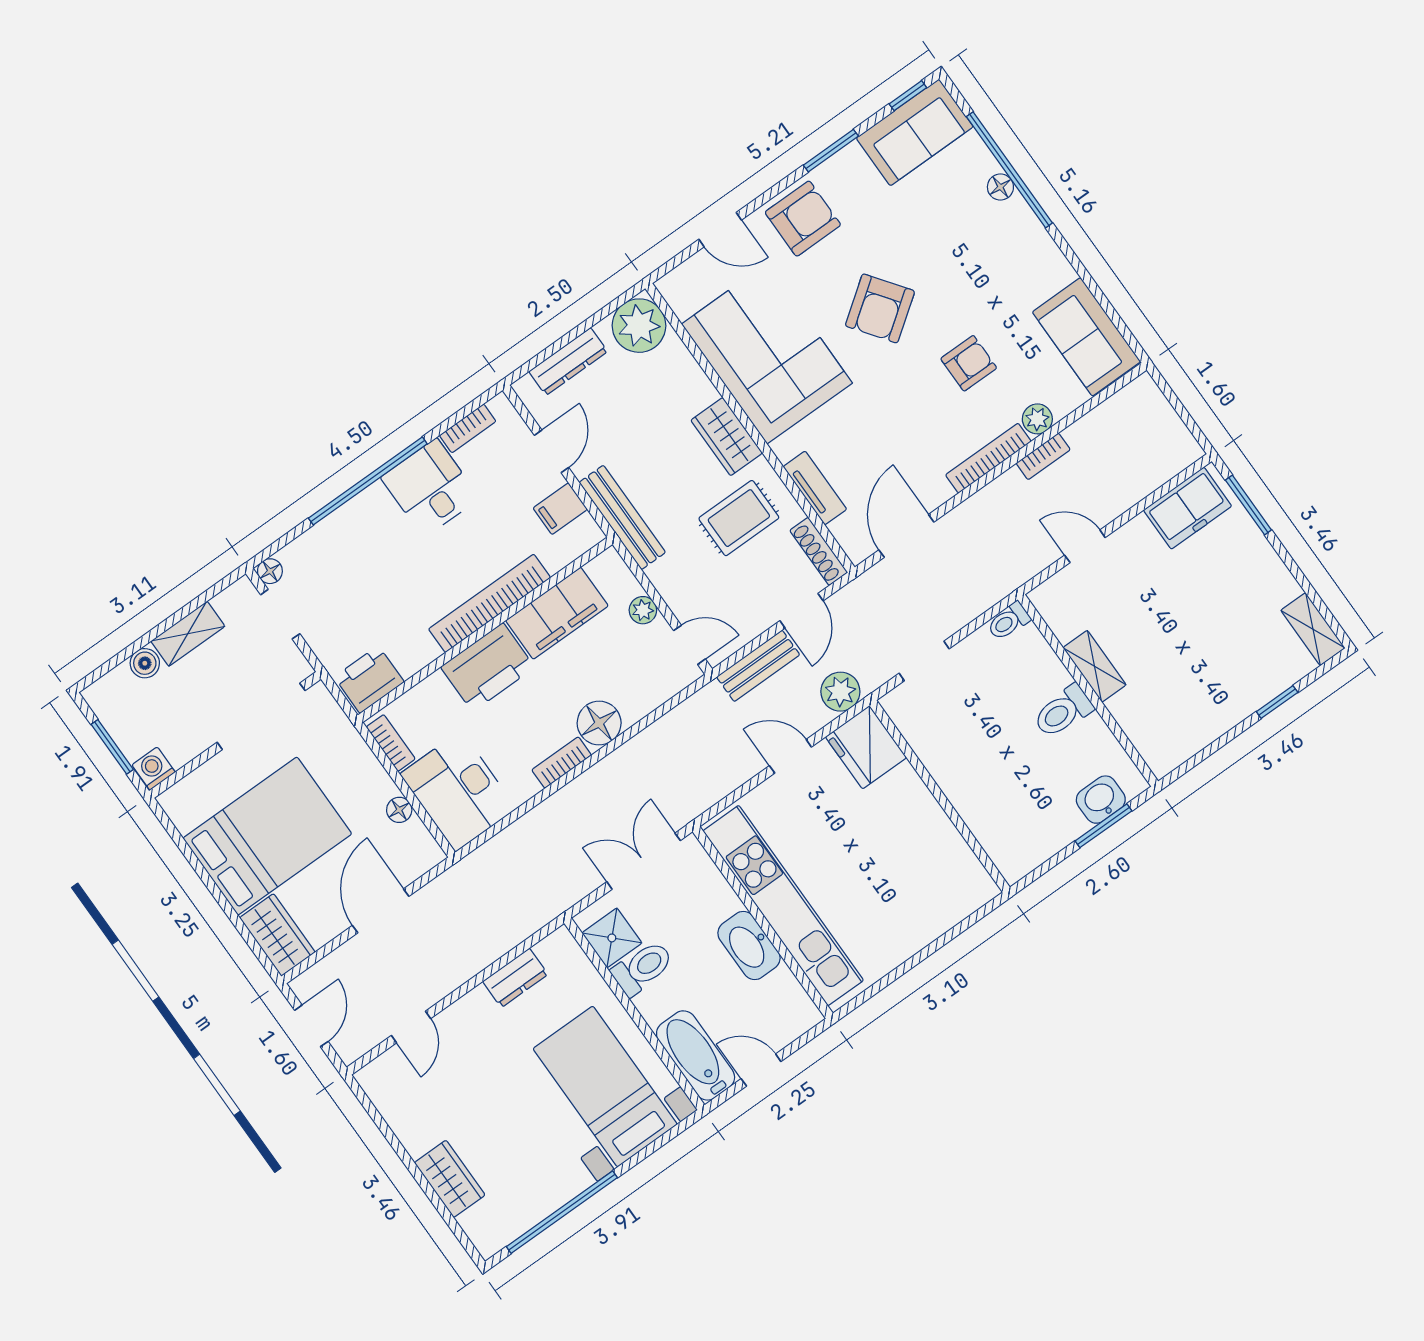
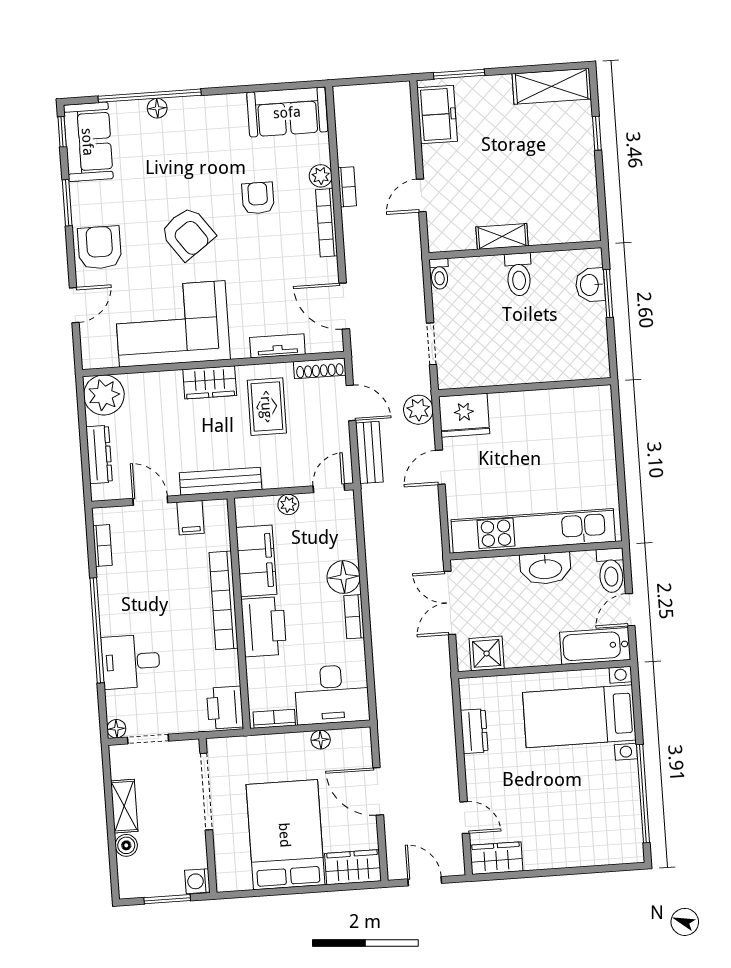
desk: (430, 488) -> (131, 662), moved
shelving: (1313, 629) -> (552, 86), width x1.50, depth x1.33
toilet: (642, 968) -> (611, 570), moved, turned 180
wardrobe: (450, 1179) -> (496, 858), moved

